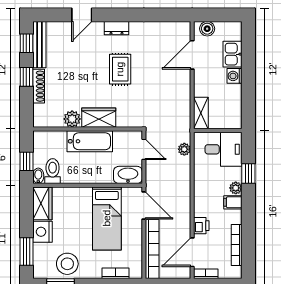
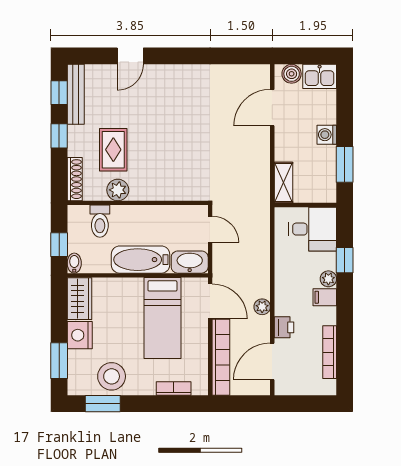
dresser: (116, 28) -> (175, 73), removed
kitchen sink: (233, 54) -> (320, 76), moved, turned -90
rug: (120, 69) -> (113, 150), moved
shoe rack: (39, 86) -> (75, 179), moved
window: (248, 99) -> (345, 164), added
wardrobe: (99, 118) -> (152, 188), removed
bathtub: (90, 141) -> (141, 260), moved, turned 180
plant: (184, 149) -> (262, 307), moved
toilet: (53, 171) -> (100, 221), moved, turned 180
bookcase: (206, 274) -> (290, 389), removed

